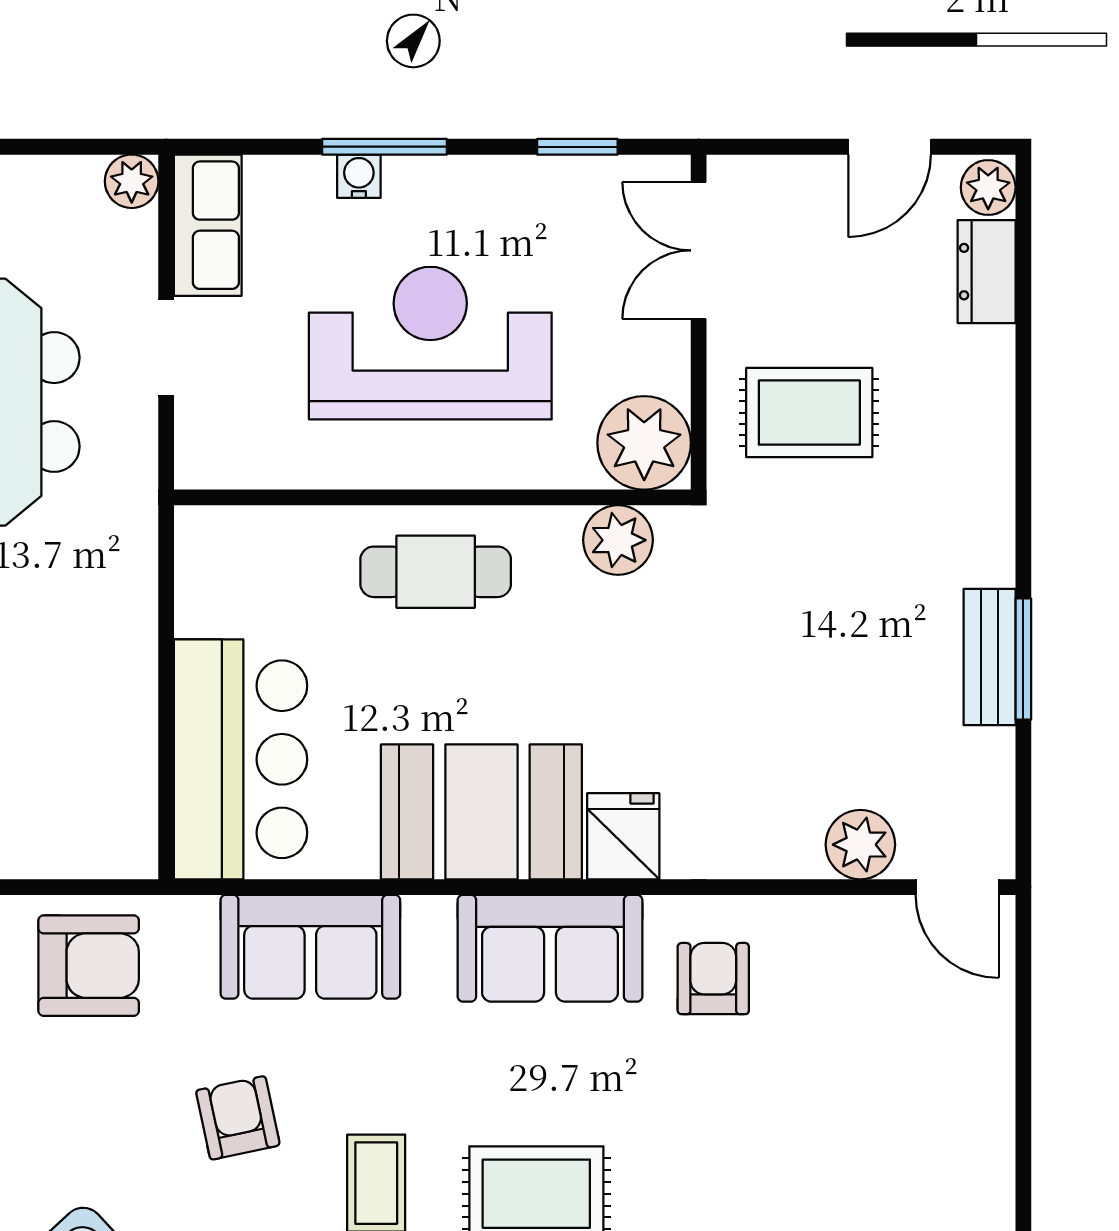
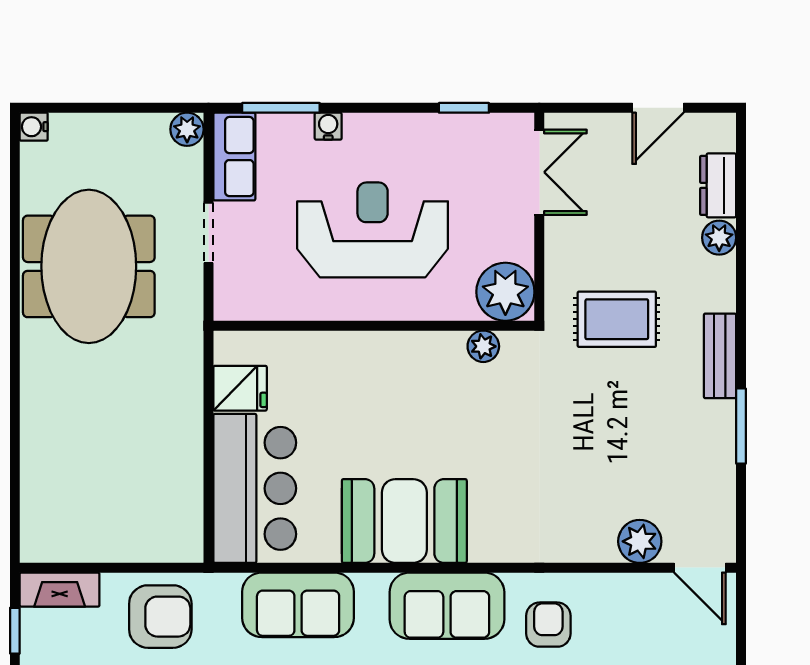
window: (384, 147) -> (281, 108), moved
plant: (988, 187) -> (719, 238), moved
double door: (699, 250) -> (539, 172), swing flipped
rug: (809, 413) -> (617, 319), moved
plant: (618, 540) -> (483, 346), width x0.73, depth x0.73
cafe table: (436, 572) -> (376, 372), removed
bench: (990, 657) -> (720, 356), moved
fridge: (623, 836) -> (240, 388), moved, turned 90

